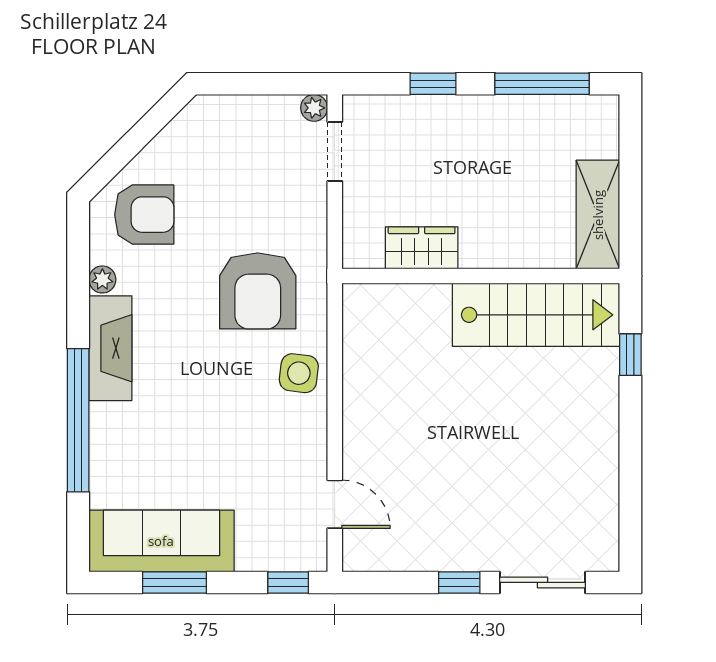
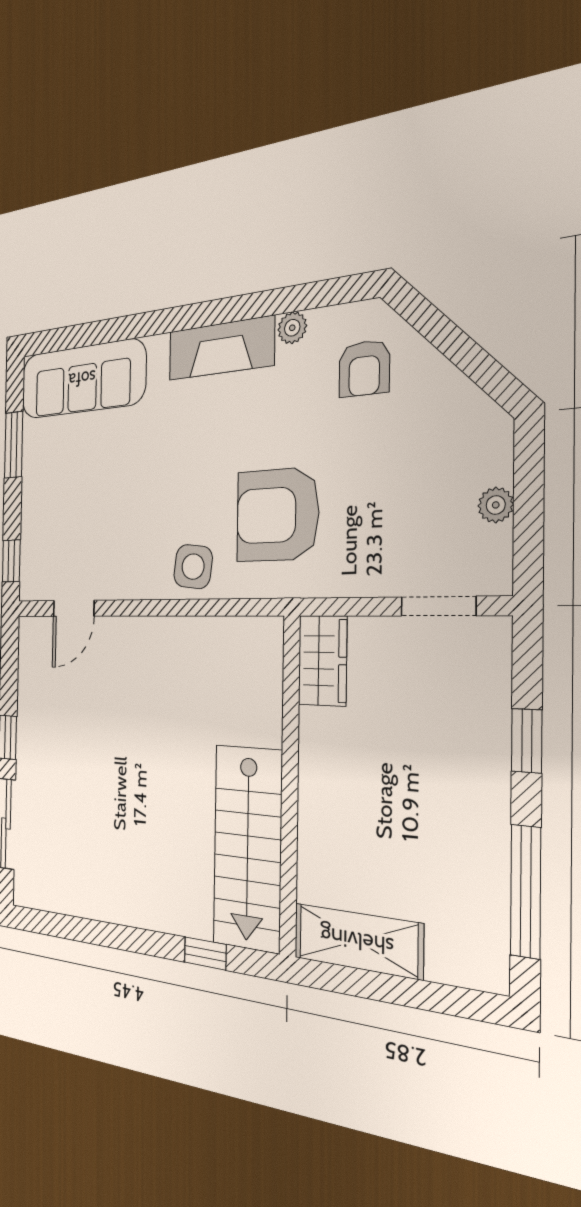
plant: (314, 108) -> (496, 505), moved
armchair: (144, 215) -> (364, 368), width x0.72, depth x0.72
wardrobe: (422, 248) -> (323, 661), moved
window: (78, 420) -> (153, 323), removed
sofa: (161, 541) -> (82, 379), moved, turned 90

